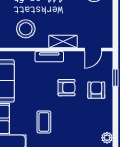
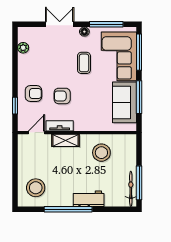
tv unit: (49, 57) -> (60, 126), moved
armchair: (96, 90) -> (33, 94), turned -90

